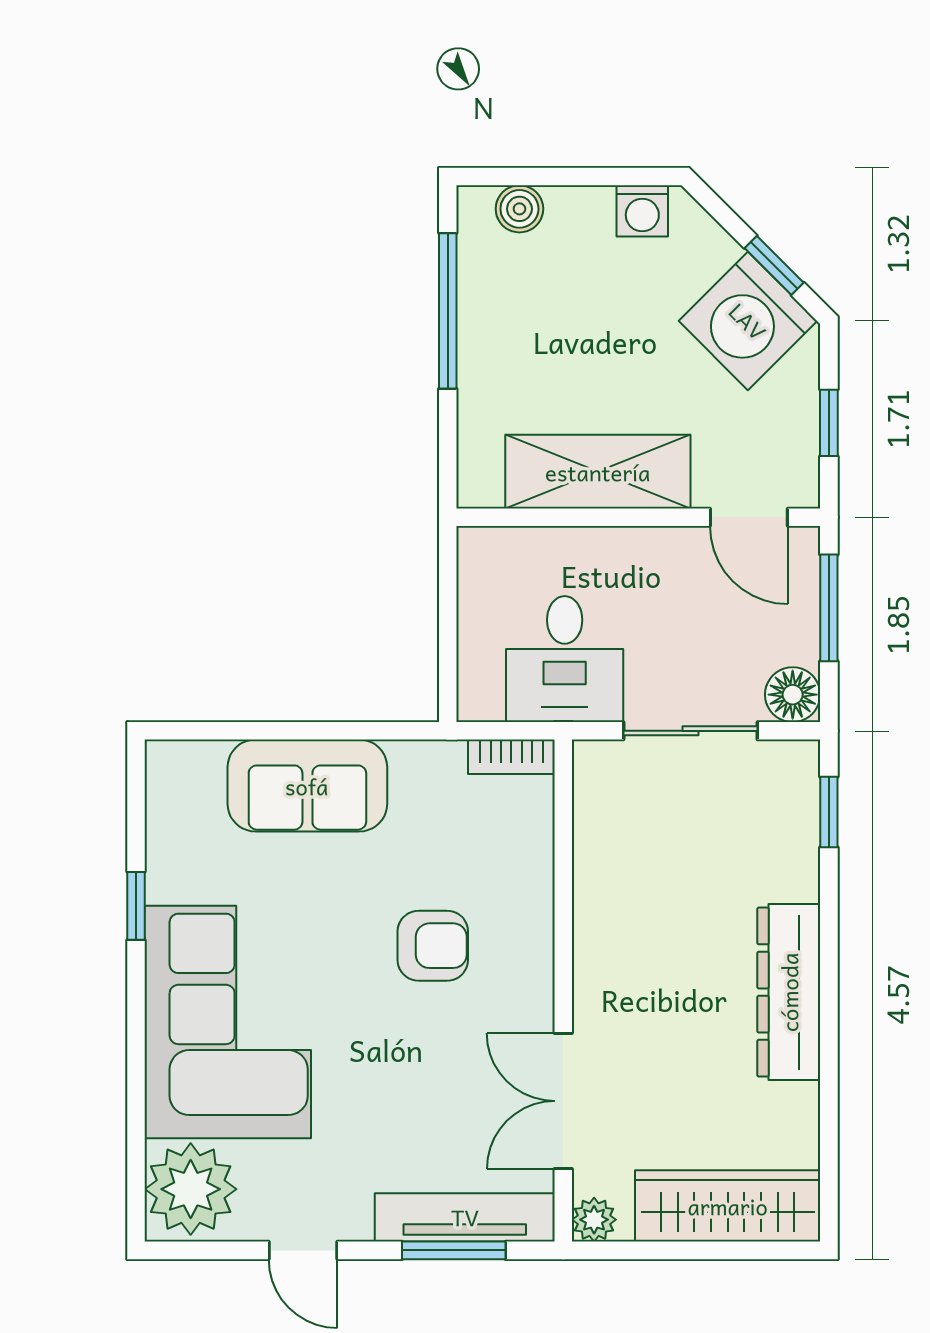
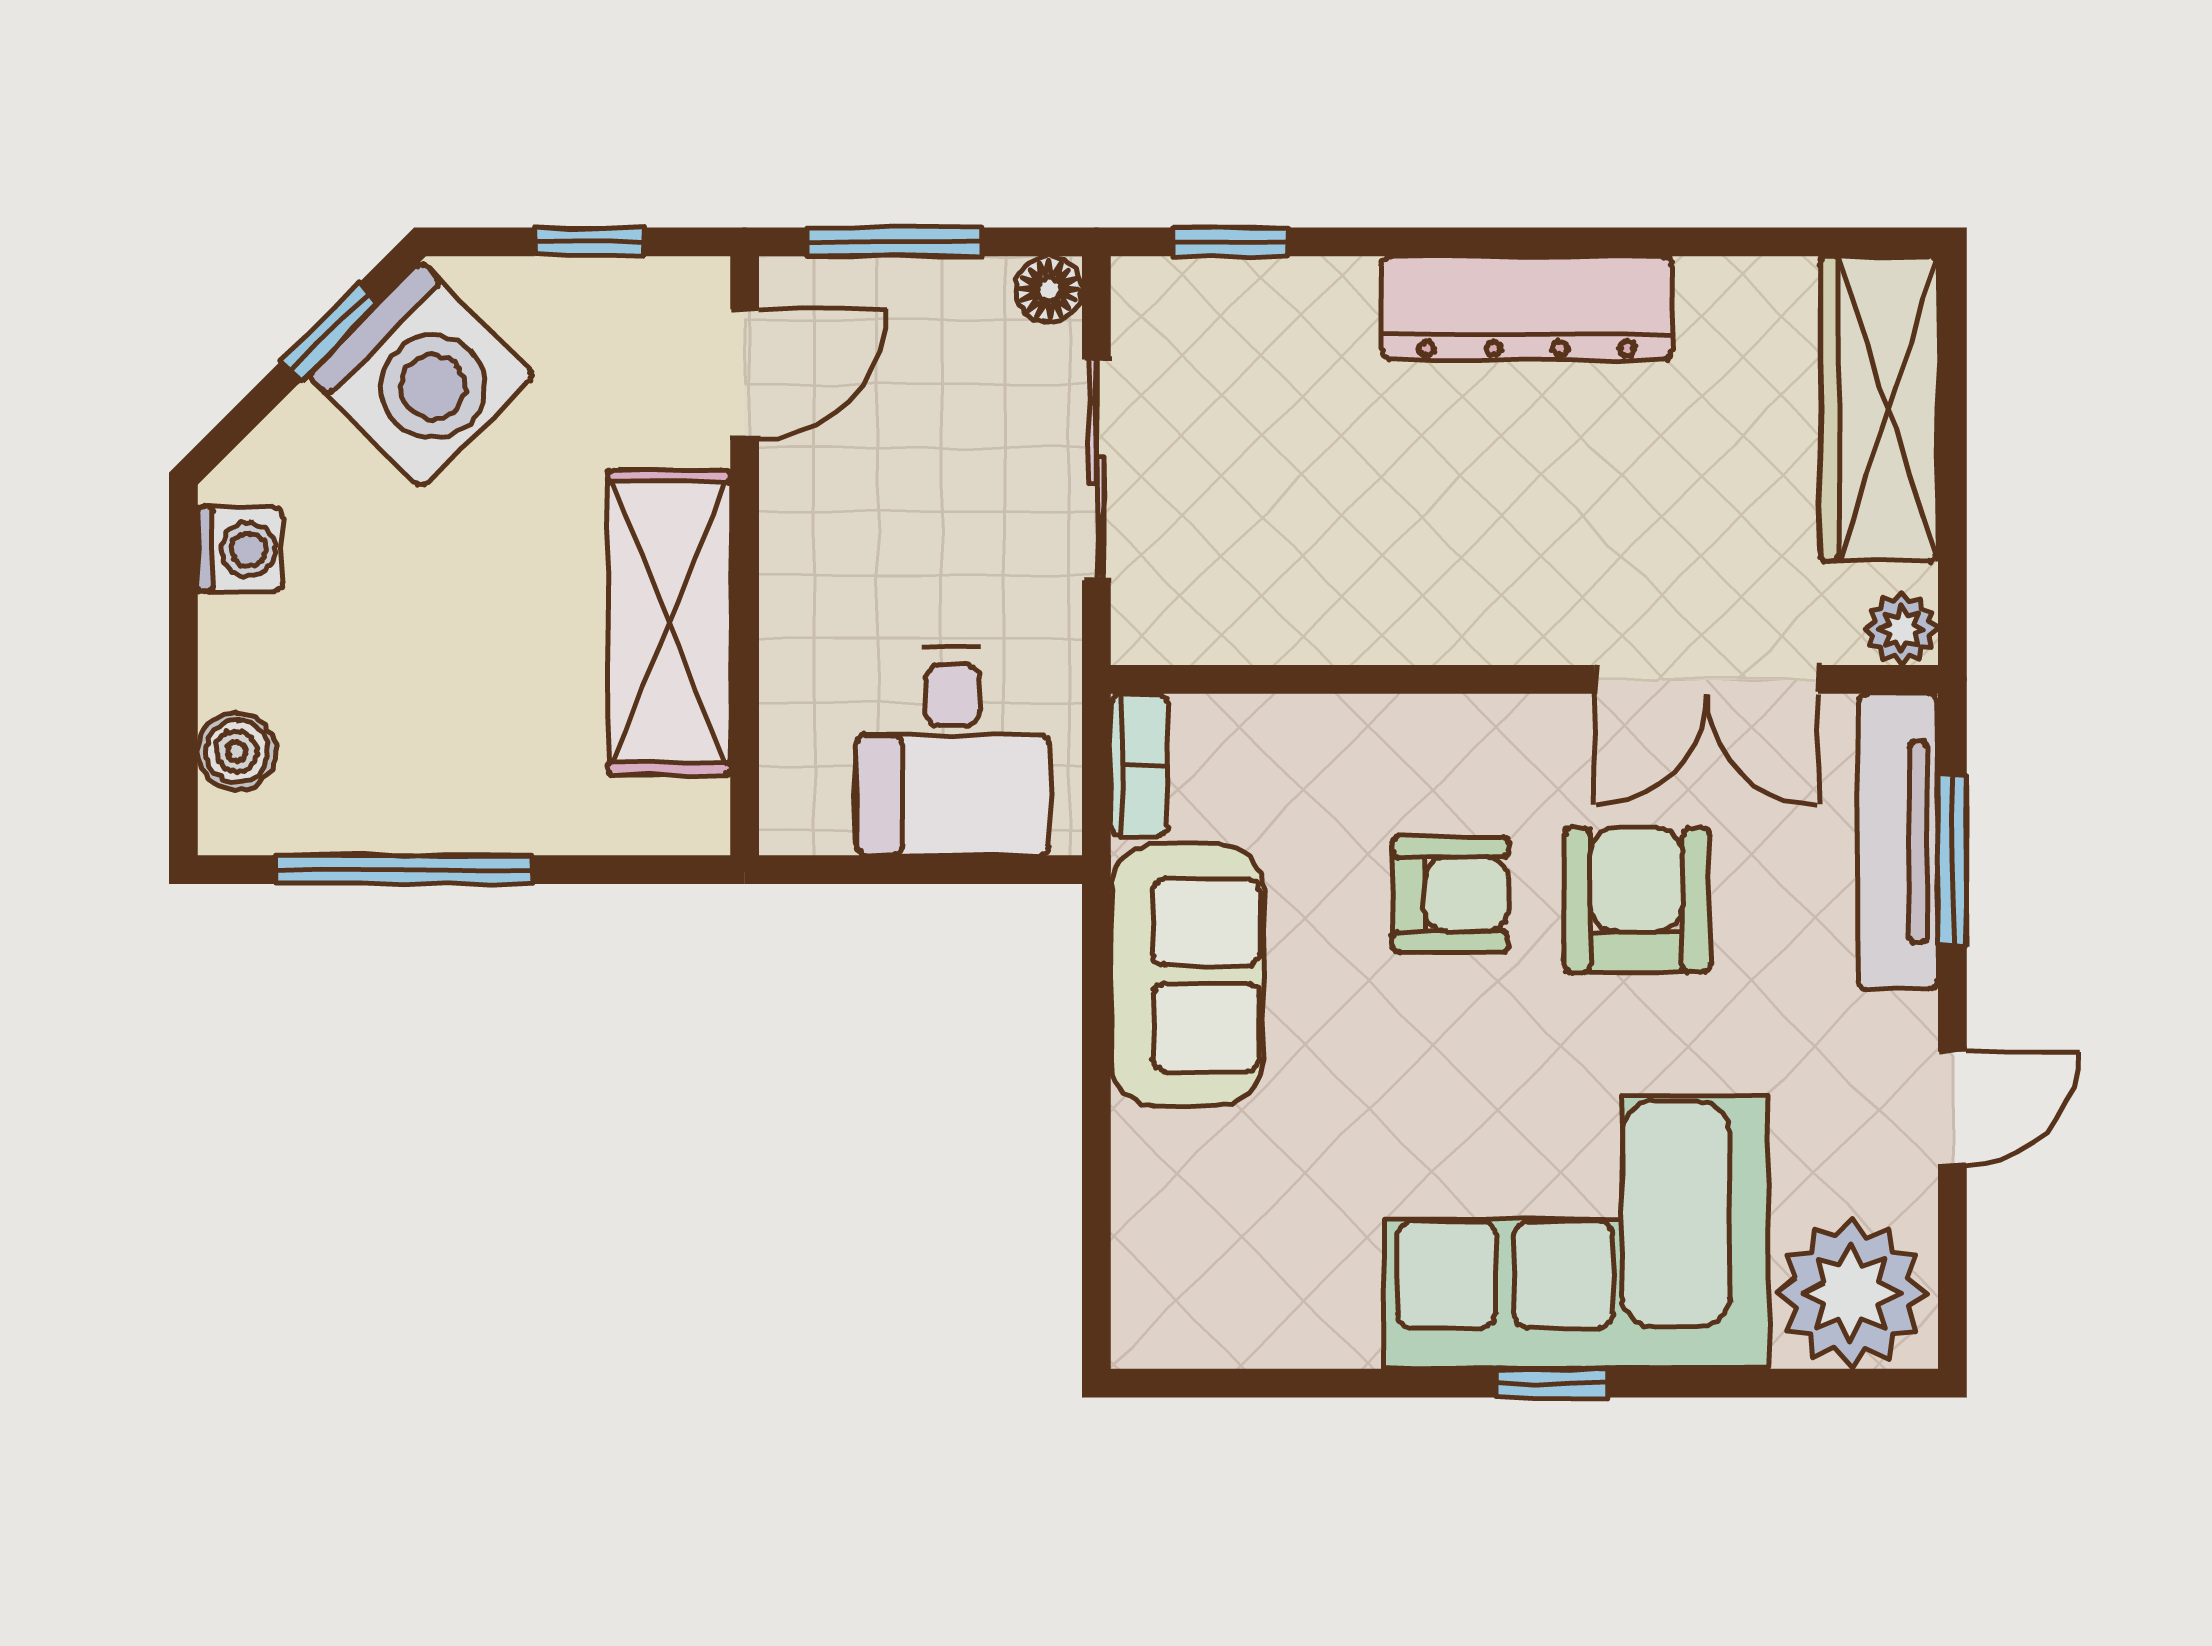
desk: (565, 659) -> (953, 751), moved, turned 90
floor lamp: (793, 695) -> (1049, 289), width x0.73, depth x0.73
sofa: (307, 786) -> (1187, 975), moved
window: (136, 906) -> (1552, 1383), moved
armchair: (433, 946) -> (1450, 894), turned 90
armchair: (429, 1059) -> (1637, 900), added

